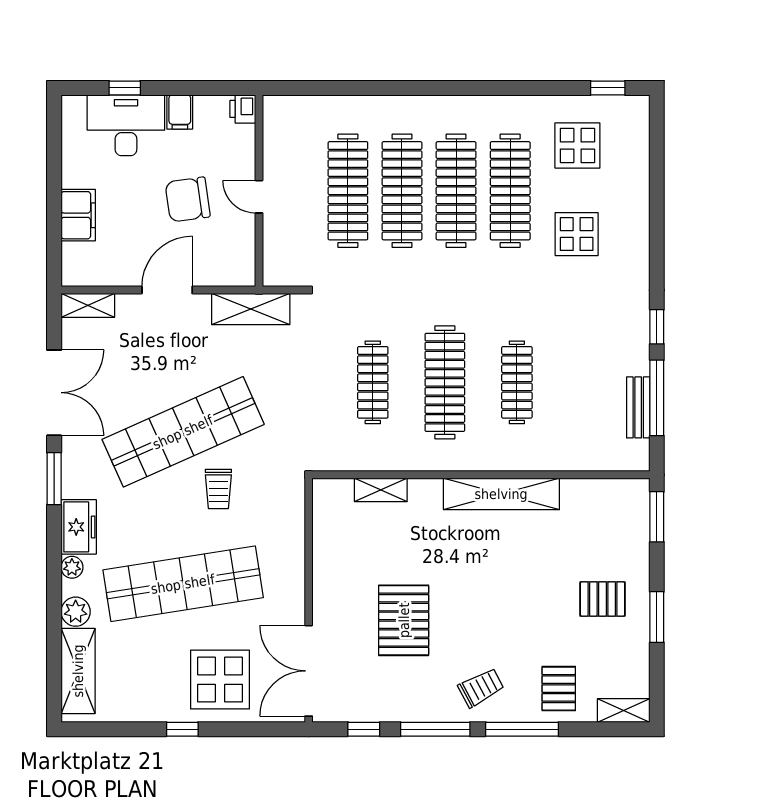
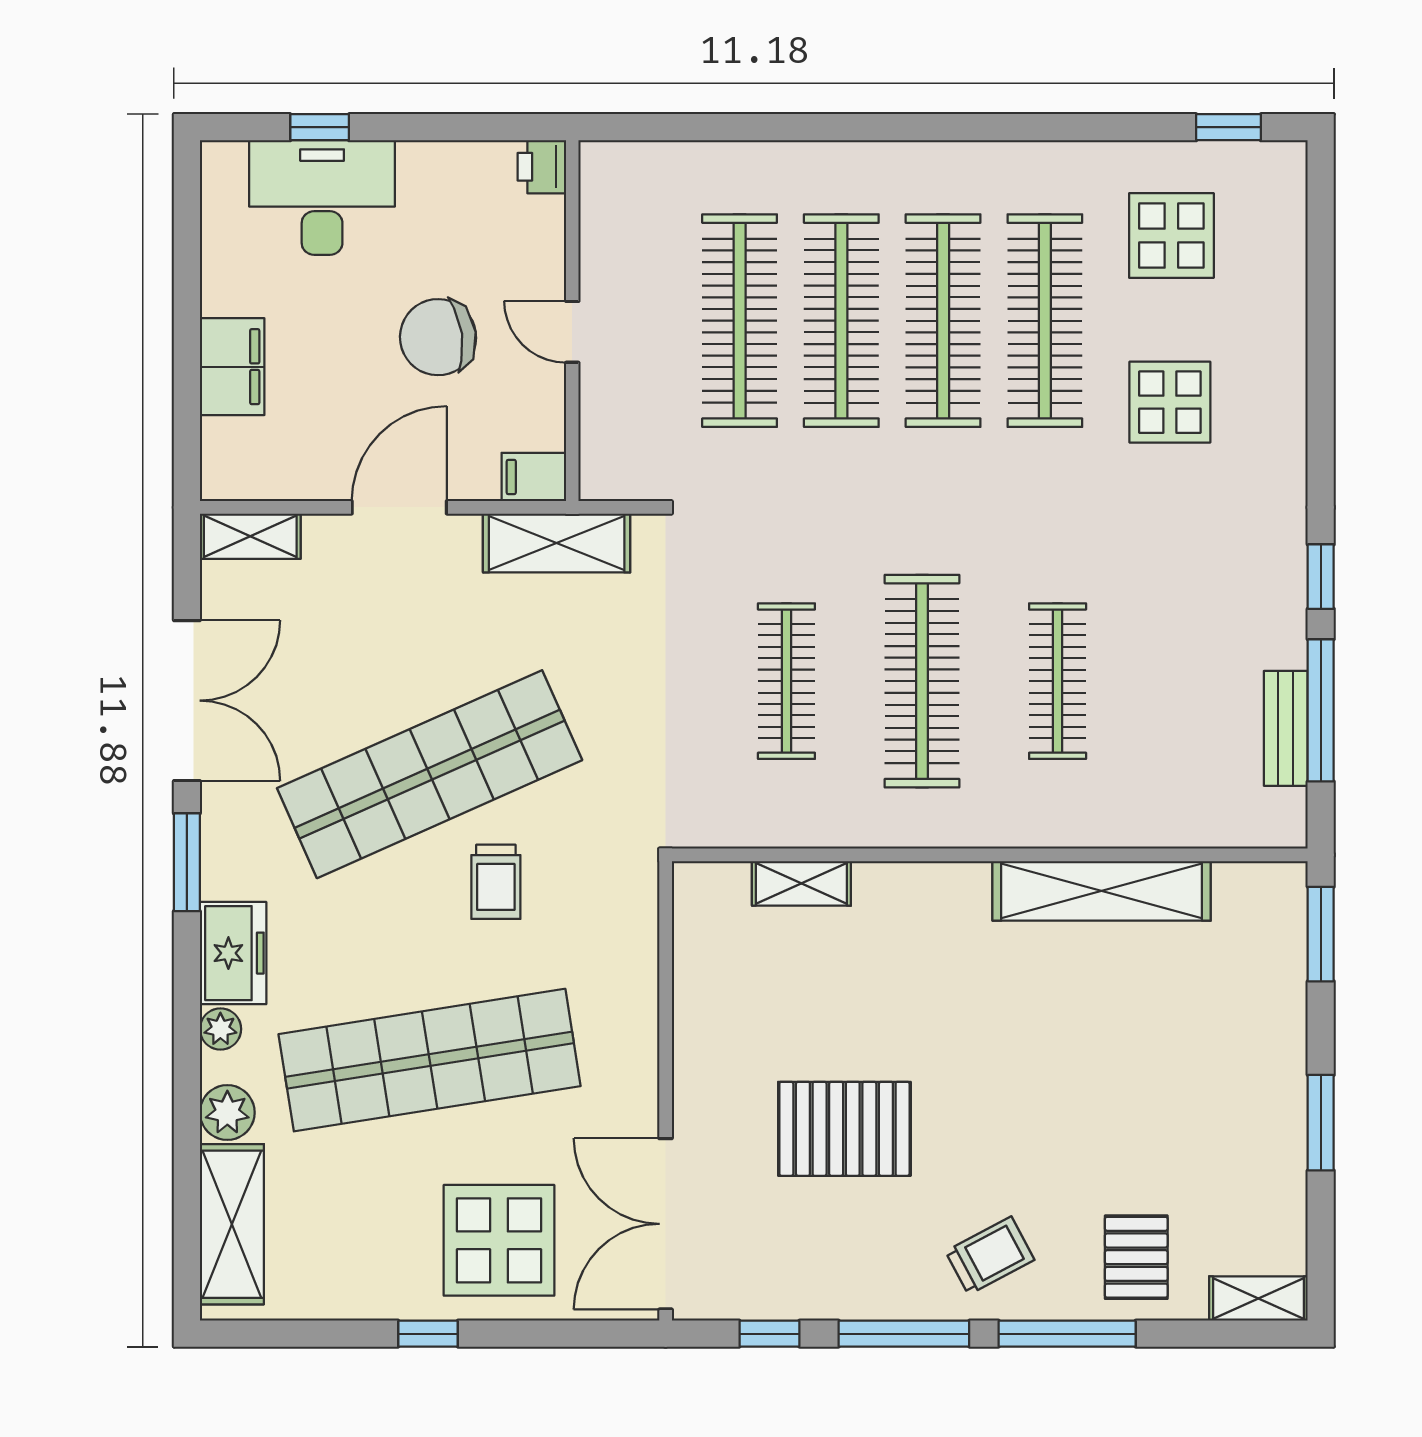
filing cabinet: (180, 112) -> (534, 477), moved, turned 90
shelving: (501, 494) -> (1102, 891), moved
pallet: (603, 599) -> (1219, 1089), removed
pallet: (404, 620) -> (844, 1129), turned 90

